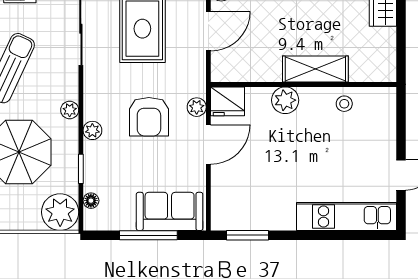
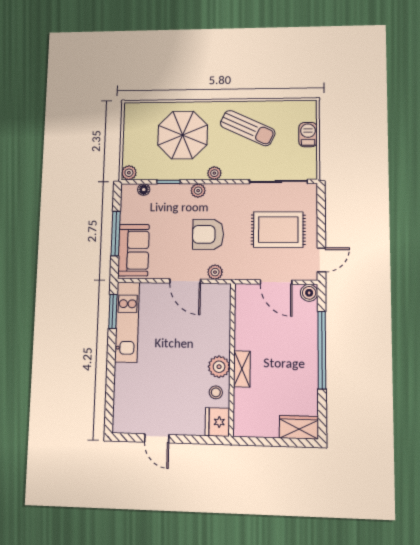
shelving: (315, 69) -> (242, 369), width x0.67, depth x0.75
plant: (285, 100) -> (219, 367), moved
fridge: (228, 101) -> (217, 422), moved
plant: (60, 212) -> (129, 173), width x0.53, depth x0.53
kitchen unit: (346, 216) -> (127, 322), moved

